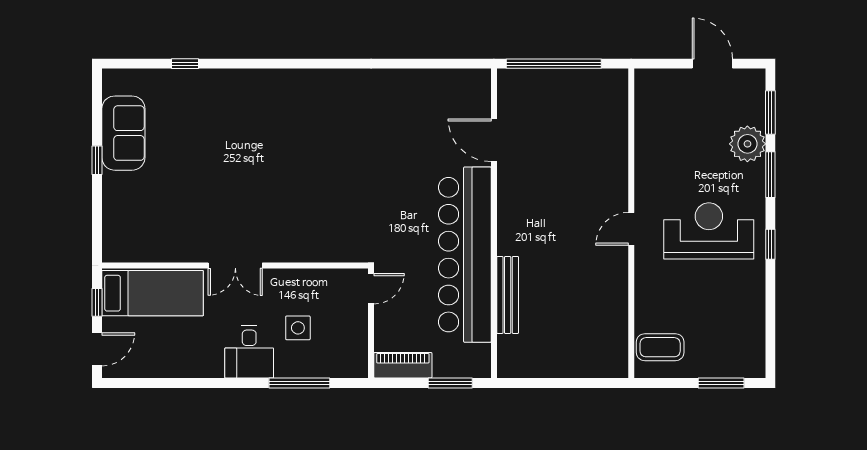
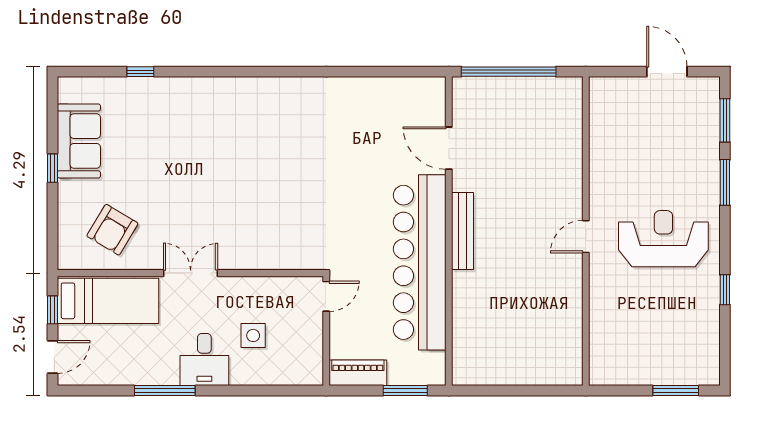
plant: (747, 144) -> (702, 152), removed
armchair: (157, 222) -> (112, 230), added
window: (770, 244) -> (725, 290), moved
double door: (235, 265) -> (191, 273), swing flipped
bench: (508, 295) -> (462, 231), moved
coffee table: (660, 347) -> (615, 355), removed
window: (299, 383) -> (165, 390), moved

